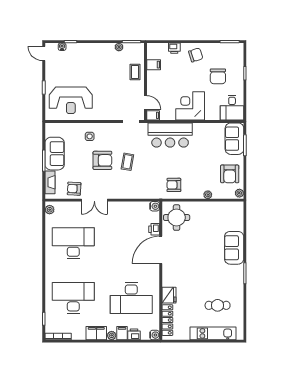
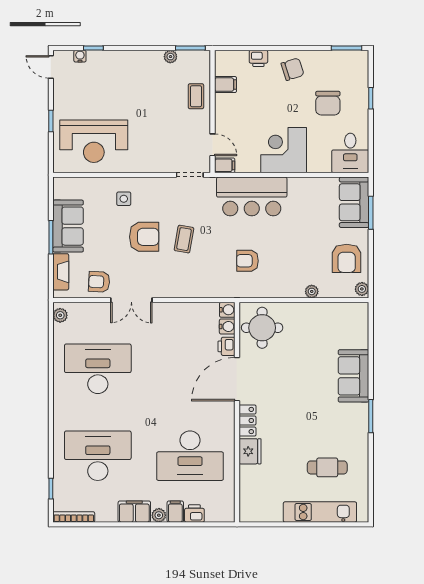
armchair: (174, 185) -> (247, 261), moved
locker: (167, 320) -> (247, 421), moved, width x0.66
water cooler: (155, 335) -> (227, 326), moved

